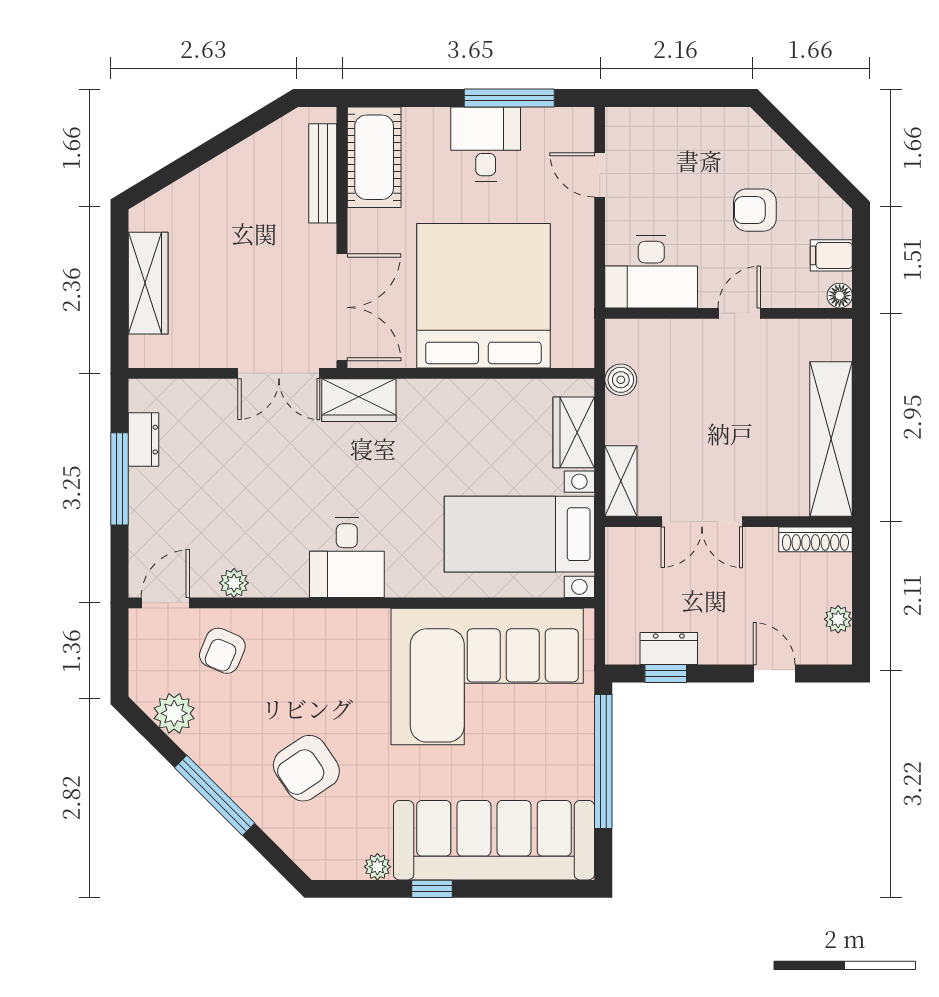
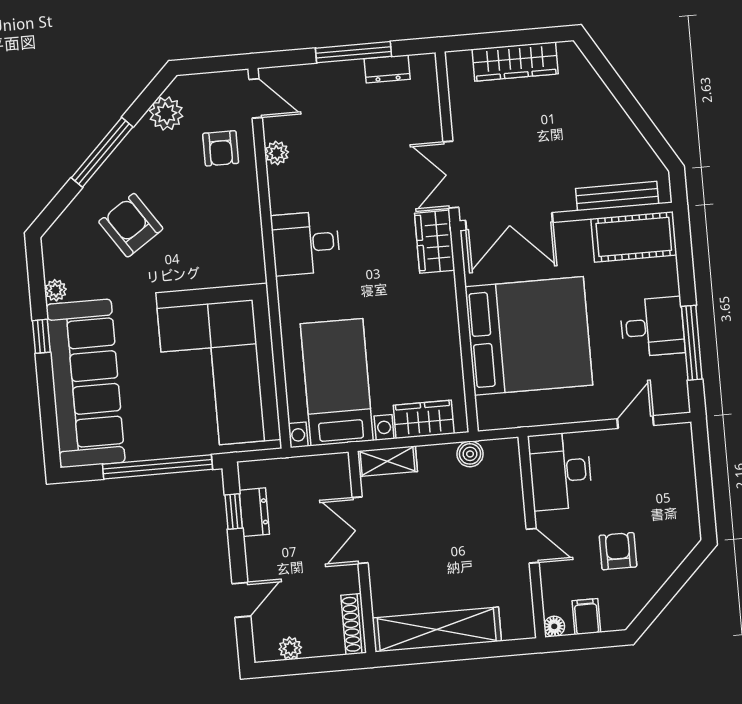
armchair: (222, 651) -> (221, 148), turned -113

